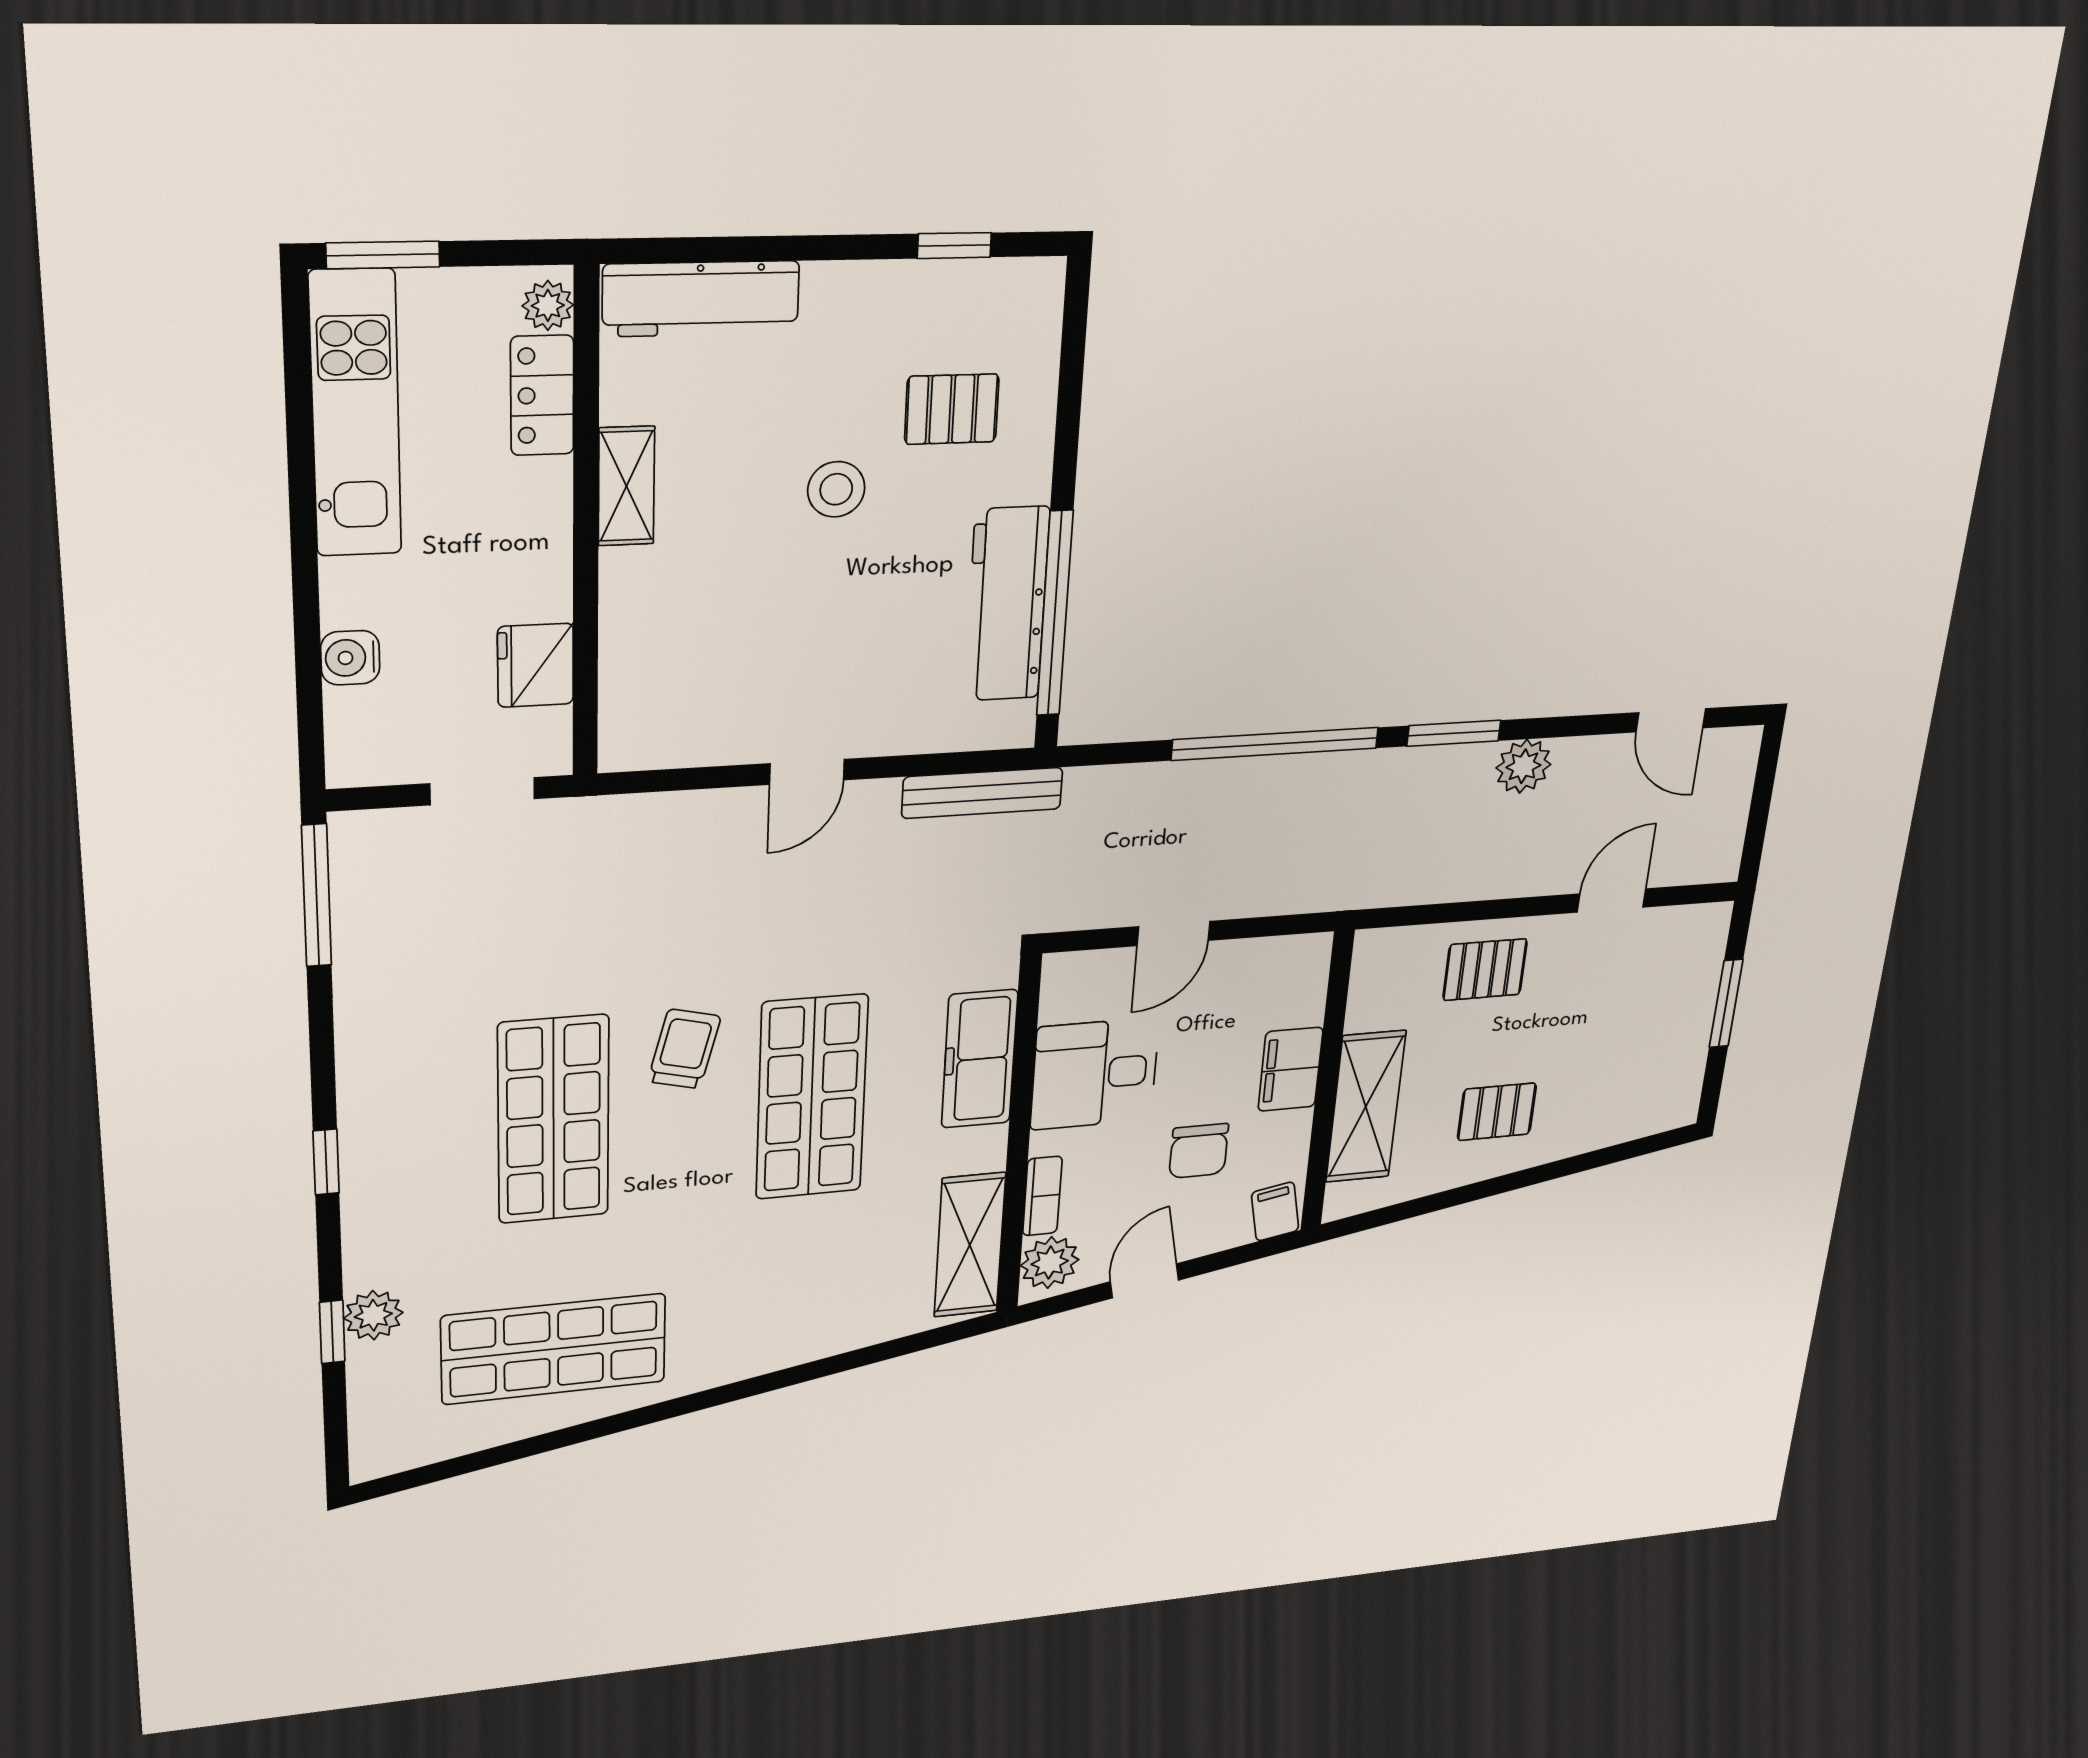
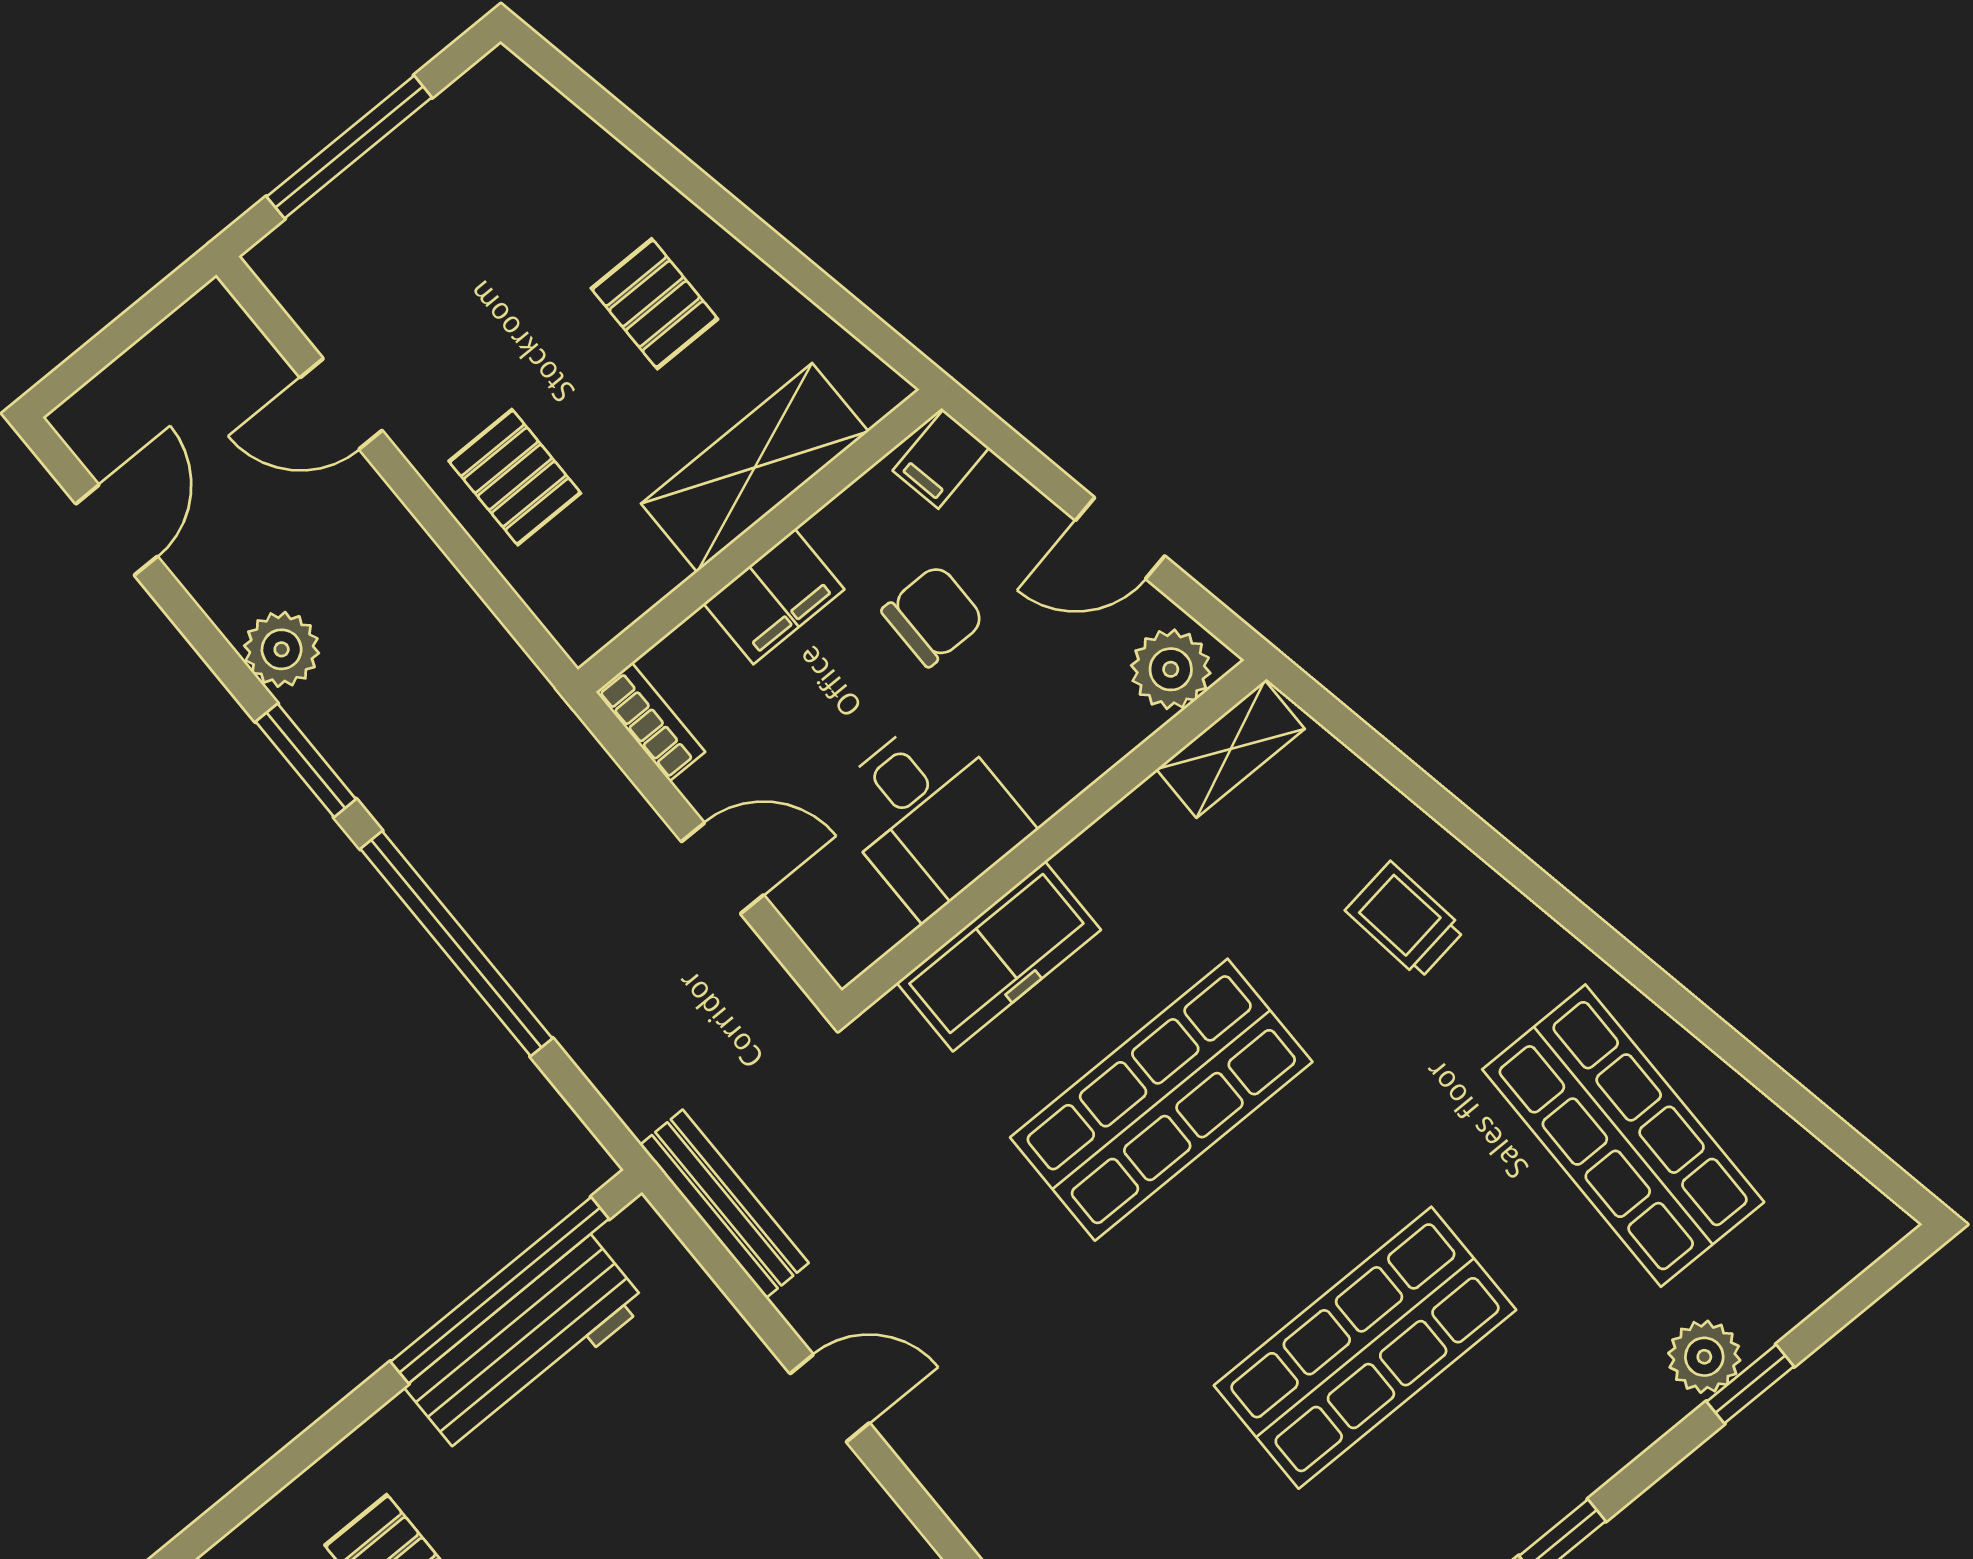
window: (1726, 1004) -> (349, 147), width x1.44
trolley: (684, 1049) -> (1405, 920), moved, turned 68
bookcase: (1042, 1196) -> (651, 722), moved, turned 90
shelving: (970, 1245) -> (1231, 749), width x0.67, depth x0.75

